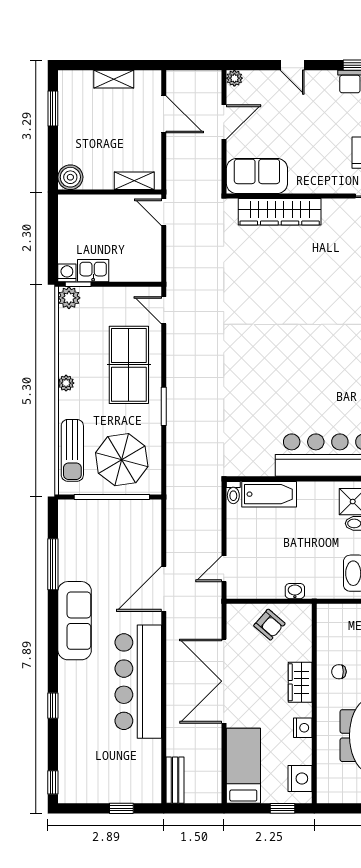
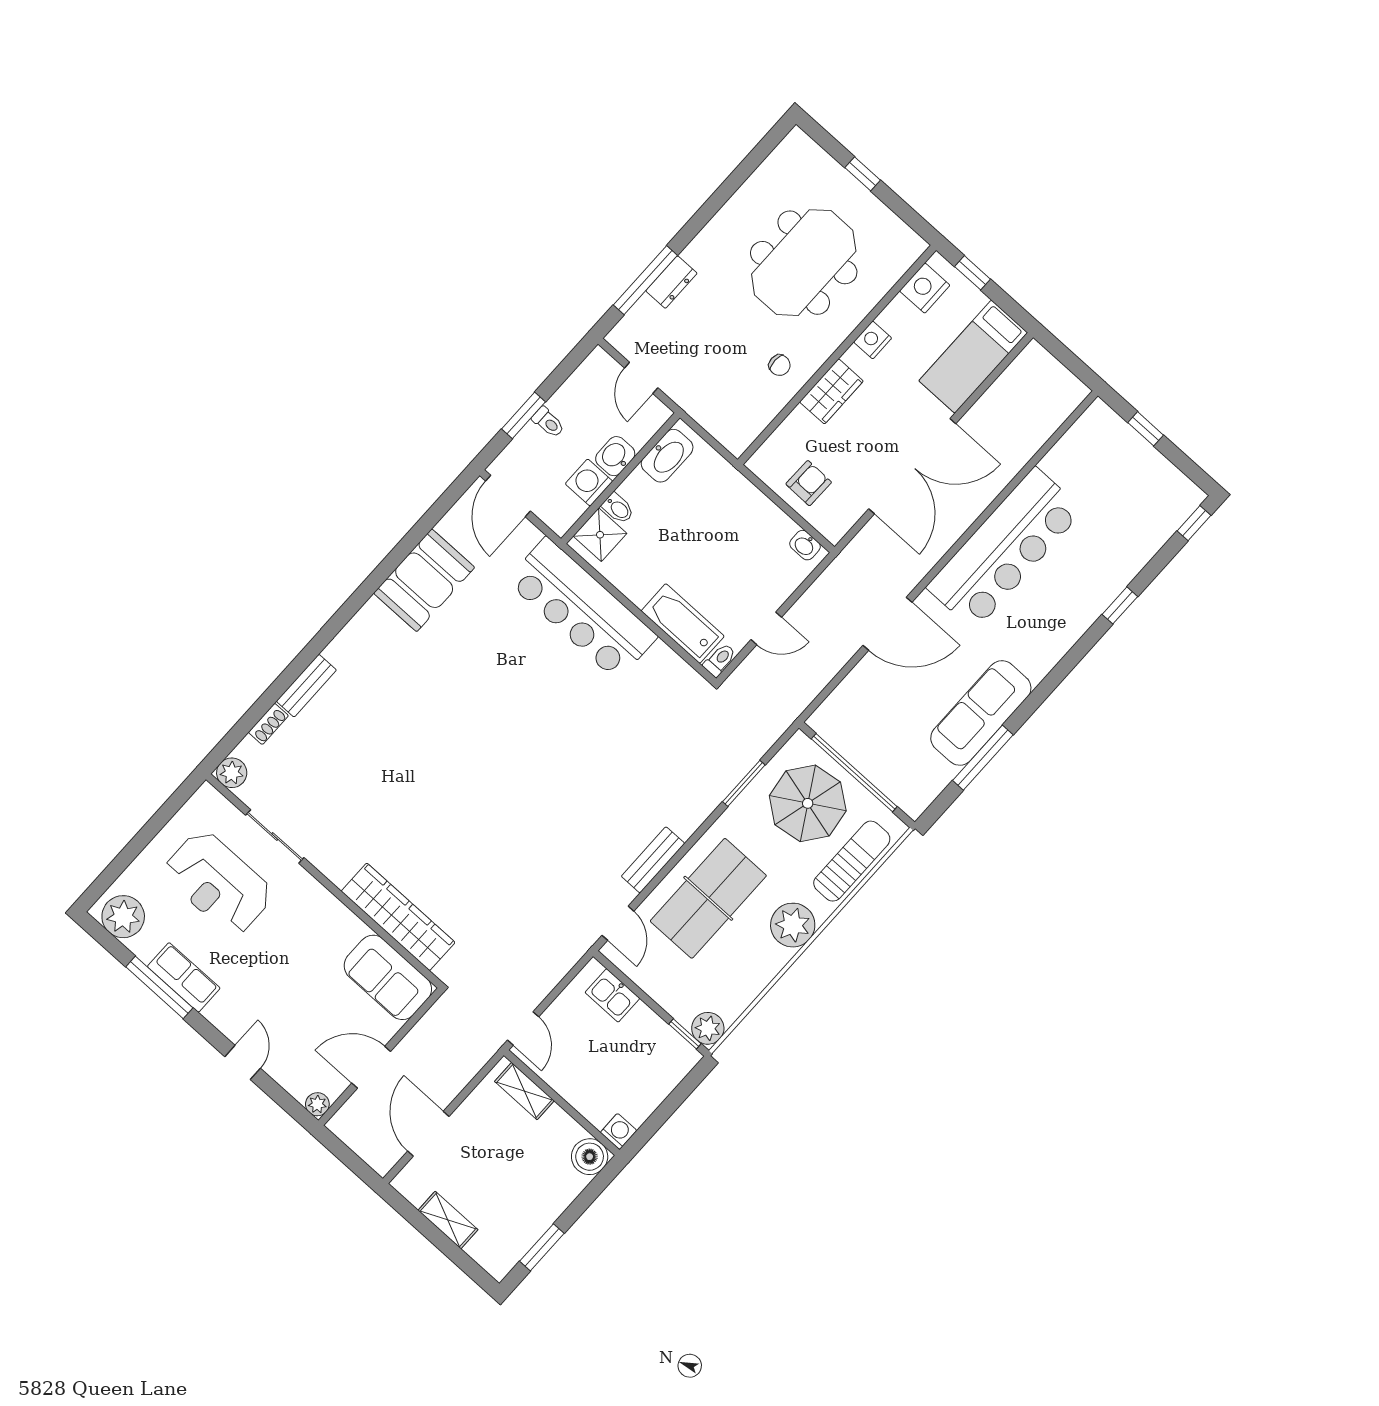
kitchen sink: (93, 271) -> (612, 995), moved
washing machine: (67, 273) -> (618, 1131), moved, turned 180
plant: (66, 383) -> (793, 925), width x1.87, depth x1.87
window: (164, 406) -> (744, 783), moved
door: (224, 569) -> (766, 628), moved
washbasin: (295, 591) -> (805, 545), moved
sofa: (75, 621) -> (981, 713), moved
armchair: (269, 625) -> (809, 483), turned 50
bench: (175, 780) -> (653, 860), moved

